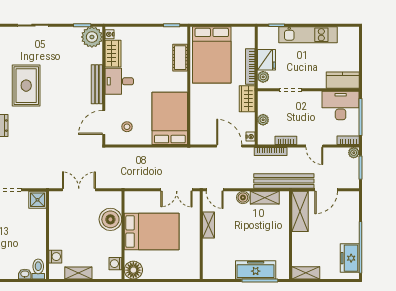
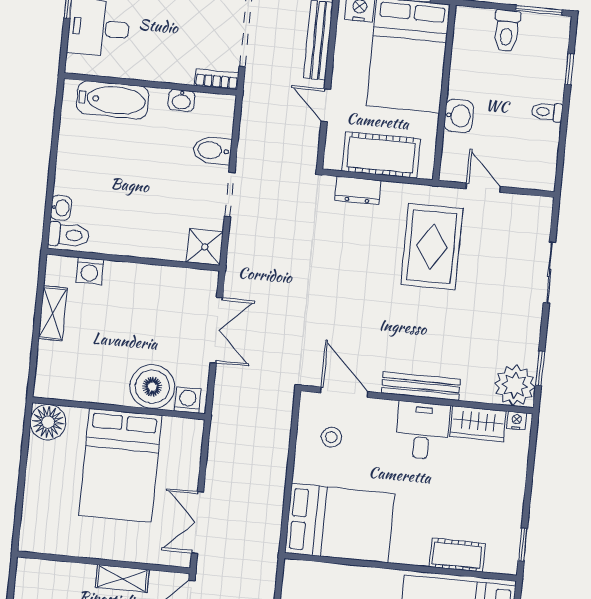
rug: (26, 86) -> (432, 247), turned 90
washing machine: (115, 264) -> (188, 400), moved

